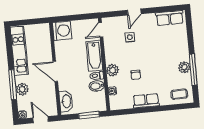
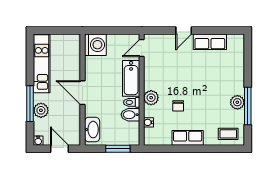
row of seats: (170, 18) -> (210, 42), moved
side table: (130, 37) -> (176, 60), removed

